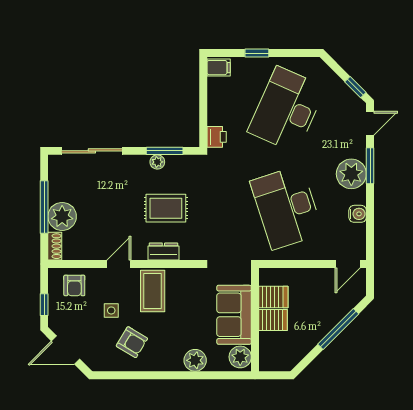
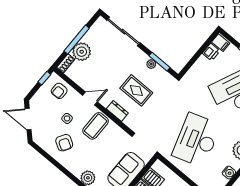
printer: (217, 137) -> (211, 52), moved
window: (44, 305) -> (44, 78), moved

